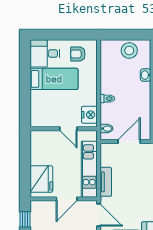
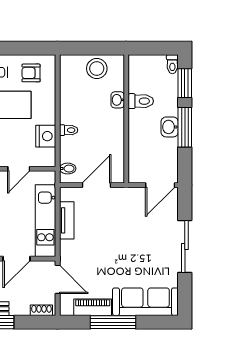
nightstand: (89, 115) -> (46, 136), moved
door: (68, 129) -> (19, 169), hinge flipped
tv unit: (106, 182) -> (67, 220), moved

